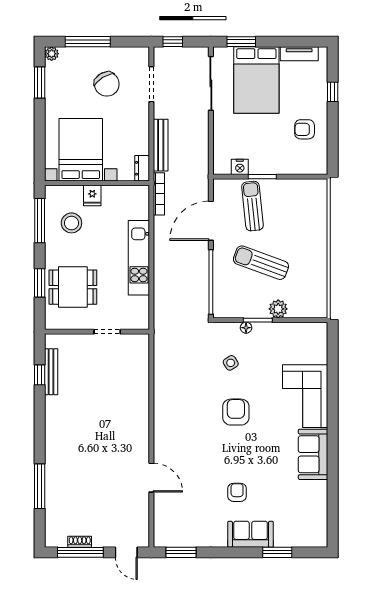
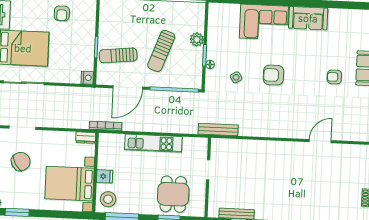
bench: (161, 145) -> (218, 130), moved
nightstand: (240, 167) -> (87, 78), moved
door: (211, 221) -> (128, 87), hinge flipped
stool: (71, 223) -> (108, 199), moved

